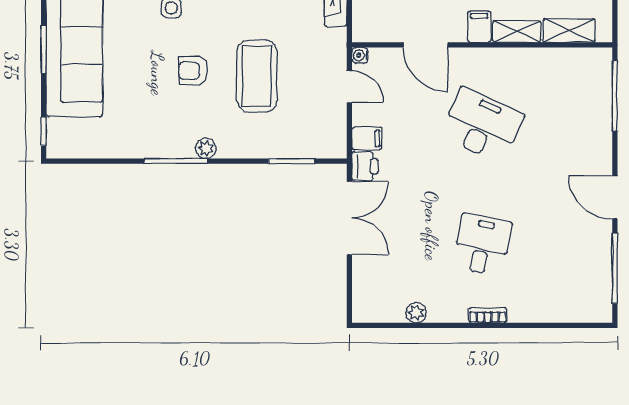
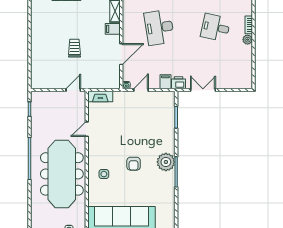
coffee table: (257, 76) -> (136, 134), removed
desk: (482, 125) -> (159, 27), turned -33
plant: (206, 148) -> (166, 162), width x1.87, depth x1.87
double door: (349, 218) -> (203, 90), width x0.73
plant: (416, 313) -> (248, 40), moved

